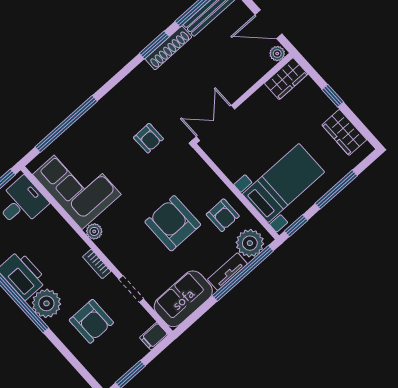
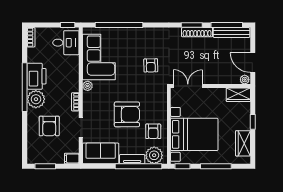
bed with nightstands: (283, 183) -> (194, 134), width x1.36
armchair: (173, 223) -> (127, 114), turned 90

